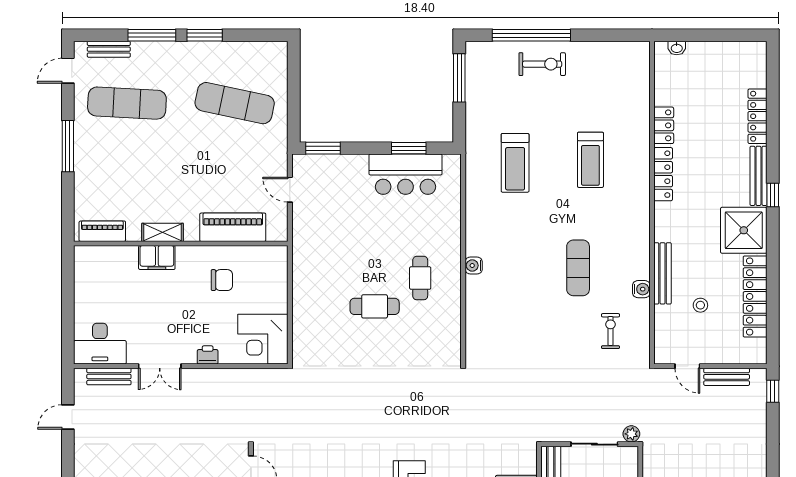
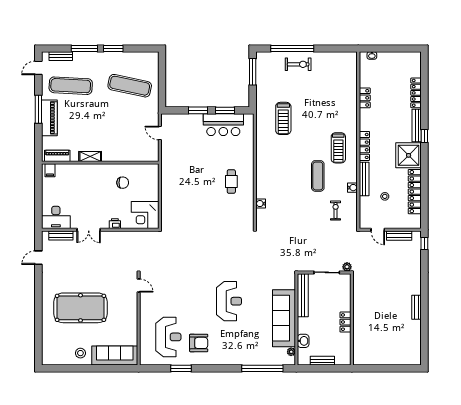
window: (323, 148) -> (198, 110), moved
treadmill: (590, 160) -> (338, 148), moved
locker: (663, 174) -> (364, 146), moved
piano: (233, 227) -> (49, 118), moved, turned 90
filing cabinet: (157, 258) -> (50, 170), moved, width x0.50
water cooler: (474, 266) -> (261, 204), moved
cafe table: (375, 306) -> (206, 197), removed

